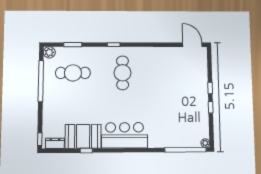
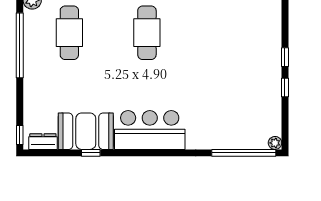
cafe table: (73, 73) -> (69, 33), turned 90

